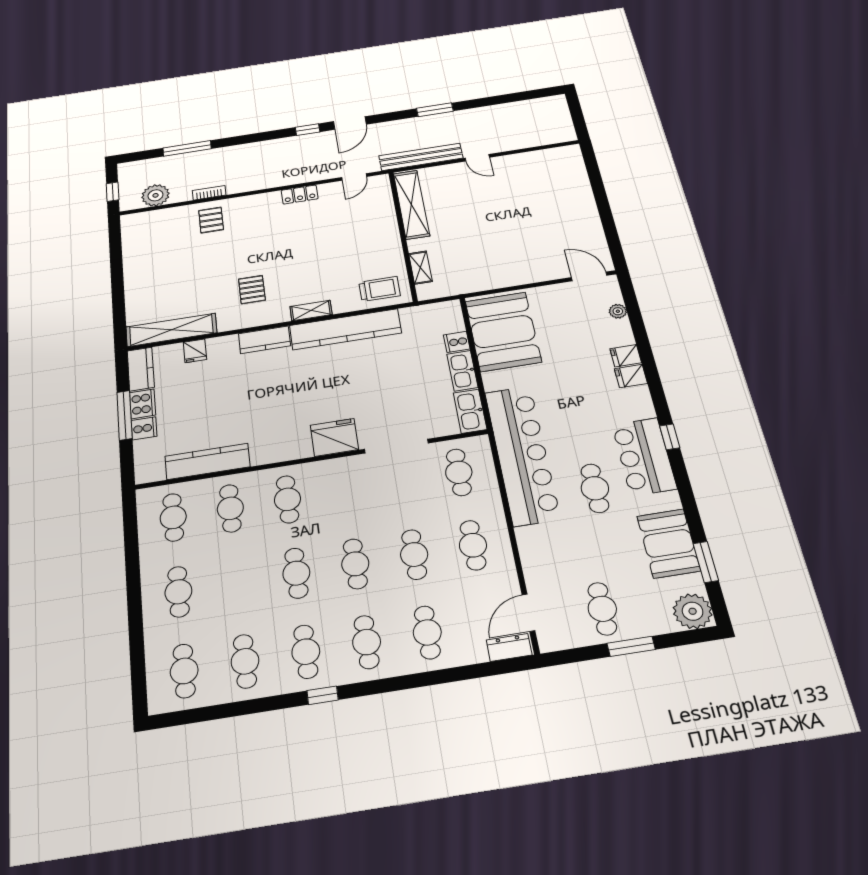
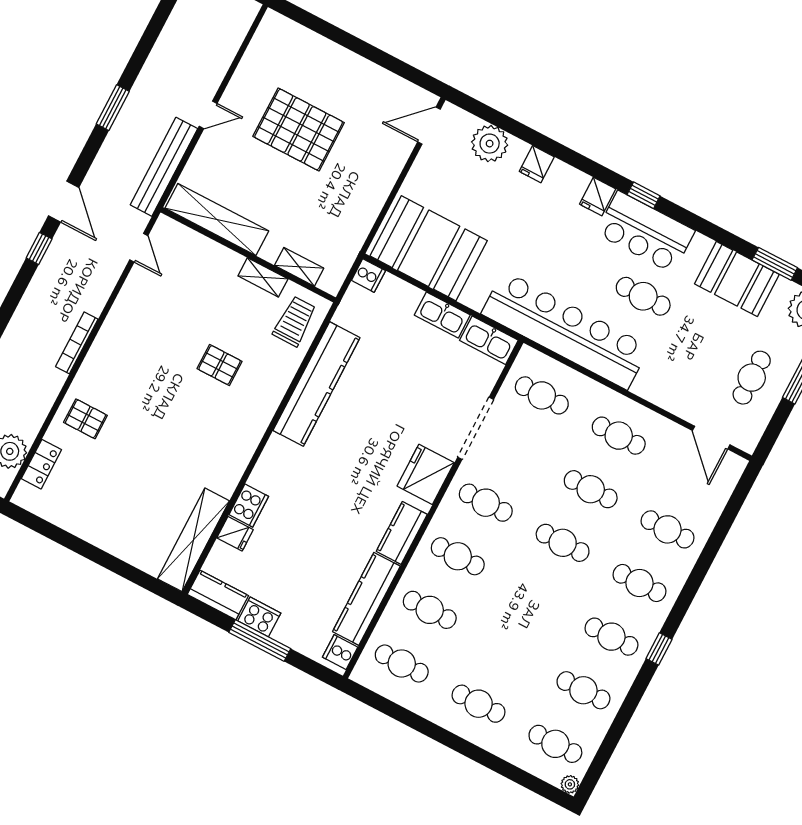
bookcase: (209, 193) -> (77, 343), moved, width x1.56
locker: (300, 195) -> (41, 464), moved
pallet: (515, 209) -> (299, 129), added
pallet: (252, 290) -> (220, 365), moved
shelving: (311, 311) -> (263, 277), moved, turned 90
plant: (618, 311) -> (490, 144), width x1.88, depth x1.88
kitchen counter: (264, 340) -> (402, 533), moved, turned 180
cooker: (457, 342) -> (368, 275), moved, turned -90
cooker: (223, 346) -> (249, 506), added
fridge: (631, 376) -> (598, 197), moved
cooker: (144, 428) -> (340, 652), moved, turned -90
cafe table: (296, 573) -> (486, 503), moved
cafe table: (602, 609) -> (752, 378), turned 90
dresser: (509, 647) -> (729, 475), removed
plant: (157, 706) -> (570, 784), added

